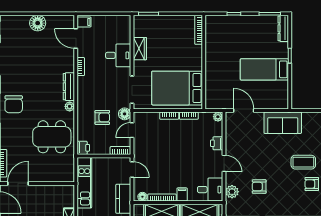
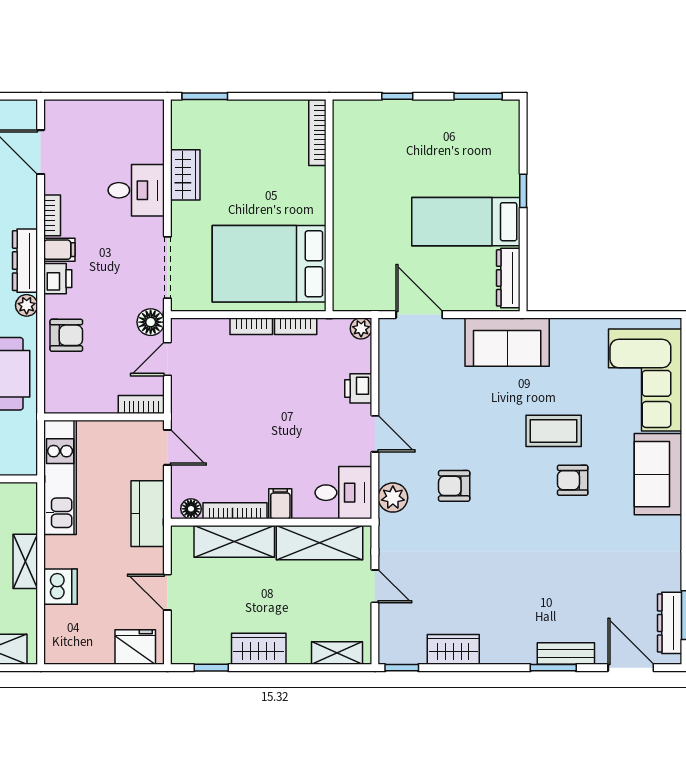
filing cabinet: (84, 22) -> (59, 250), moved
dresser: (283, 28) -> (508, 278), moved
armchair: (102, 117) -> (66, 335), moved
printer: (83, 148) -> (58, 279), moved

